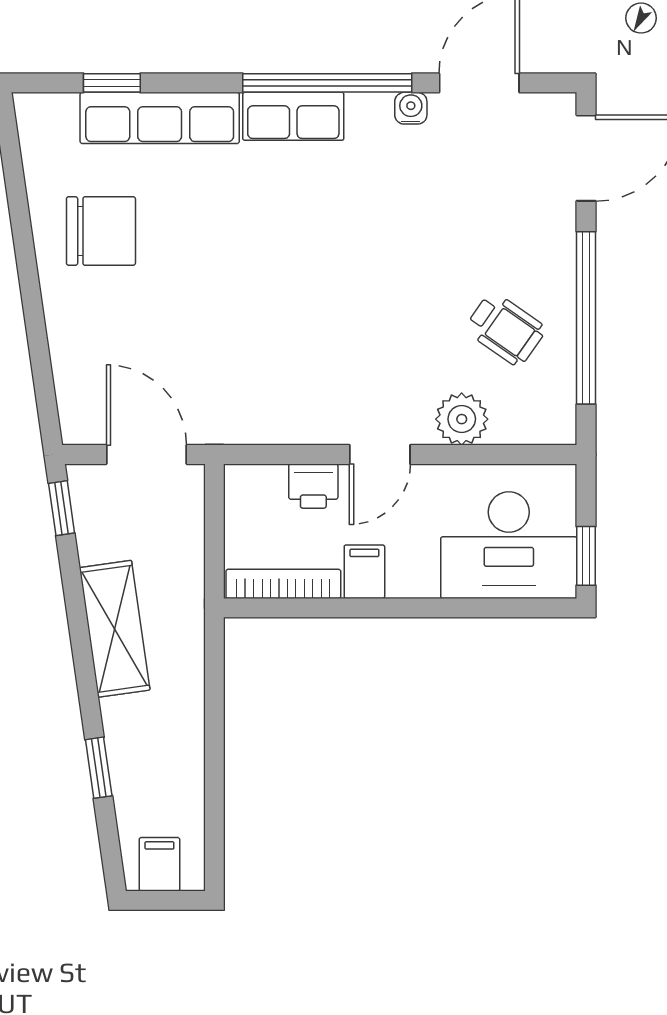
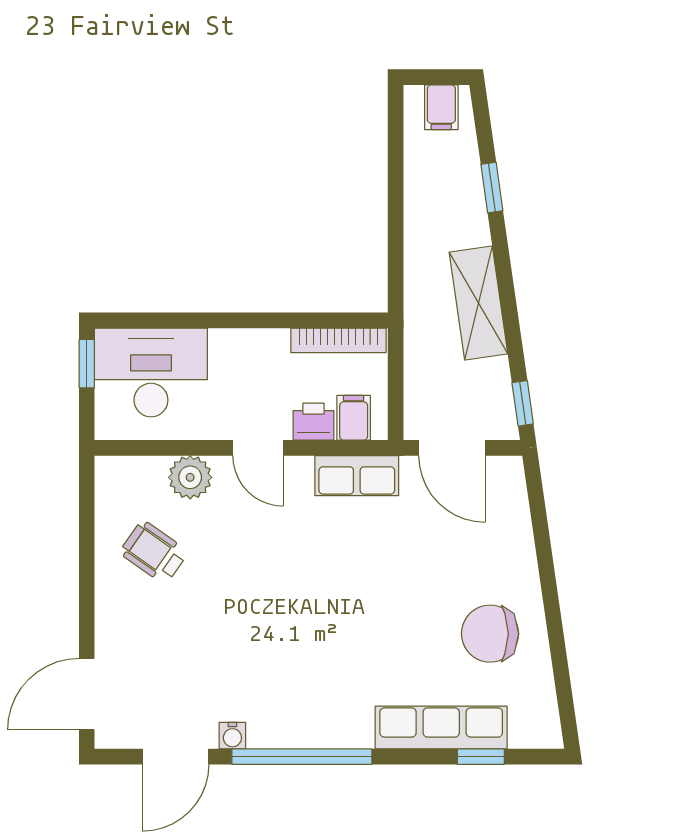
row of seats: (293, 116) -> (357, 476), moved, turned 180
window: (586, 318) -> (87, 561), removed
door: (380, 455) -> (258, 448), swing flipped
filing cabinet: (364, 572) -> (354, 418), moved, turned 180

